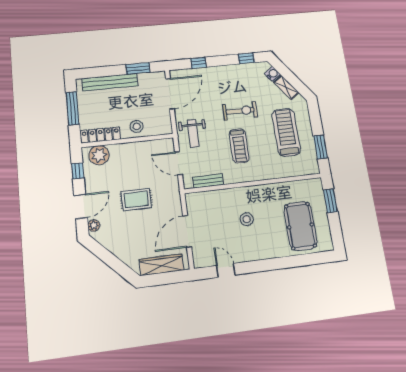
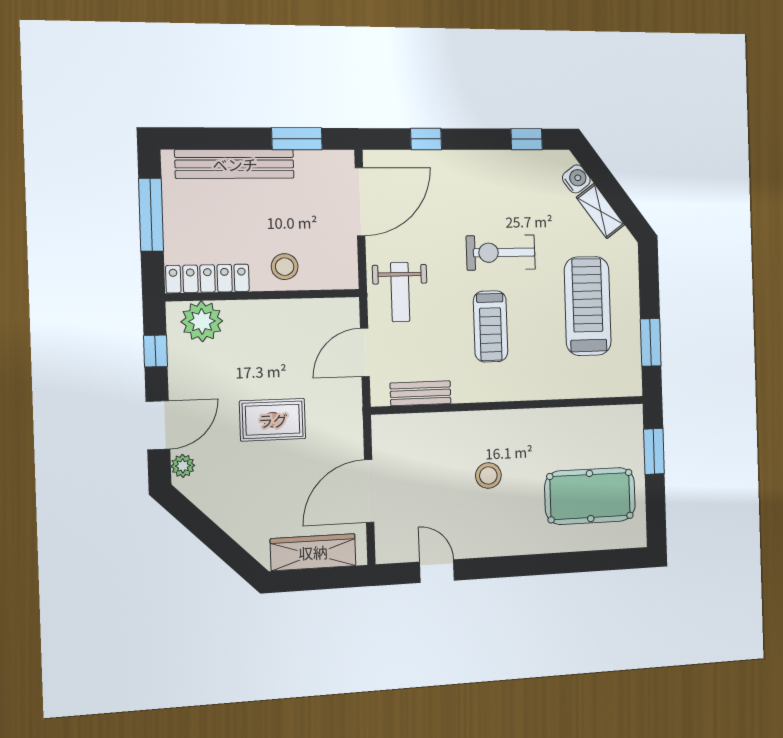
exercise bike: (240, 111) -> (501, 253), turned 180
door: (179, 163) -> (365, 352), hinge flipped
pool table: (300, 226) -> (590, 496), turned 90

